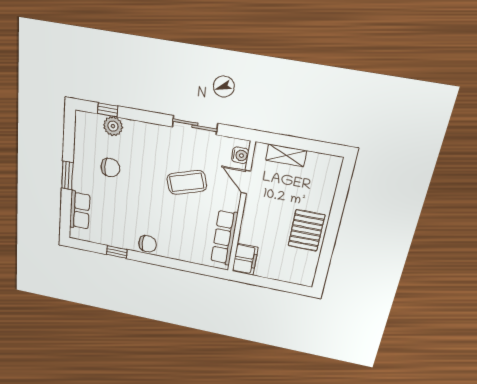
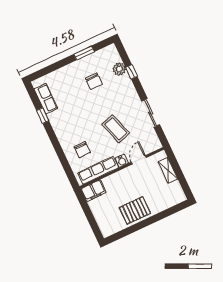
window: (108, 110) -> (131, 72), moved
water cooler: (240, 155) -> (122, 161), moved
window: (67, 175) -> (84, 53), moved
row of seats: (80, 210) -> (46, 99), moved, turned -90
chair: (148, 244) -> (82, 150), moved

